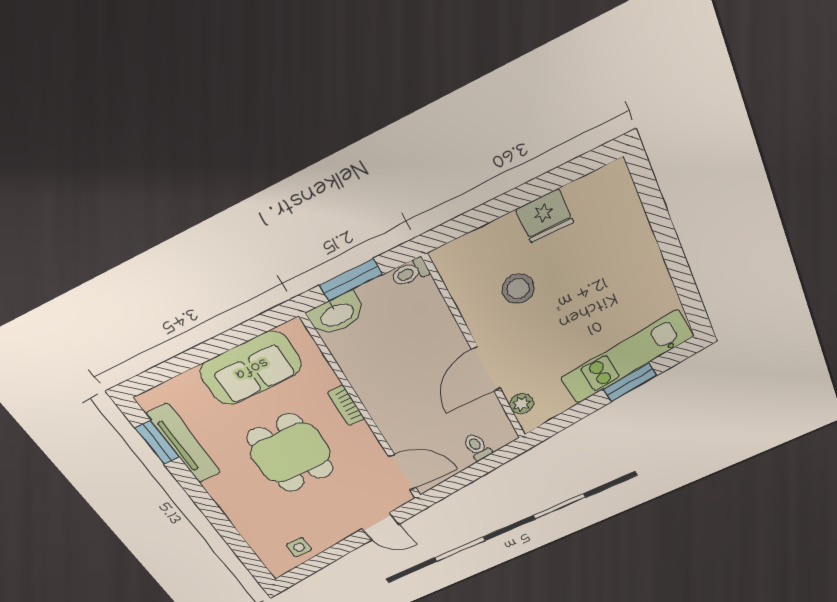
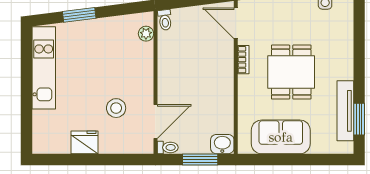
washbasin: (337, 314) -> (222, 144), width x0.72
kitchen unit: (627, 357) -> (44, 68), moved, turned -83
door: (486, 369) -> (155, 121), moved
bookcase: (346, 406) -> (243, 60), moved
toilet: (477, 447) -> (165, 20), moved

